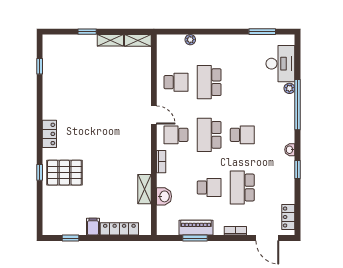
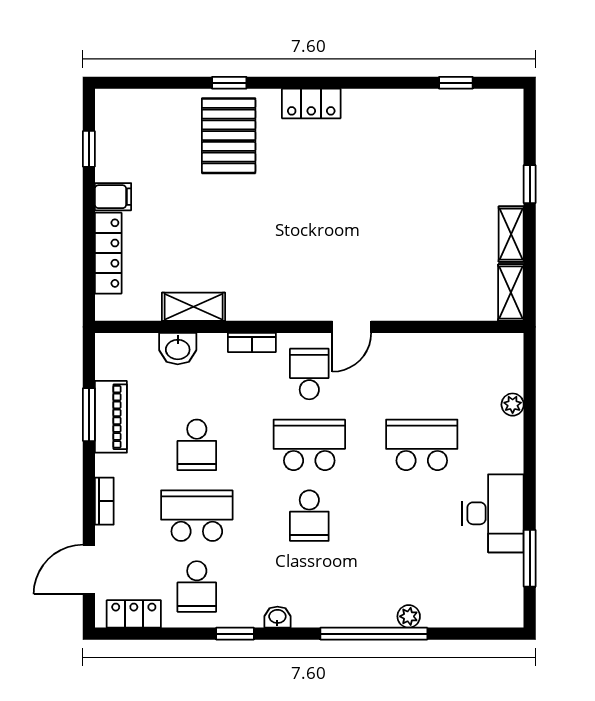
desk: (280, 64) -> (493, 513), moved, turned -90
school desk: (176, 82) -> (197, 587), moved

